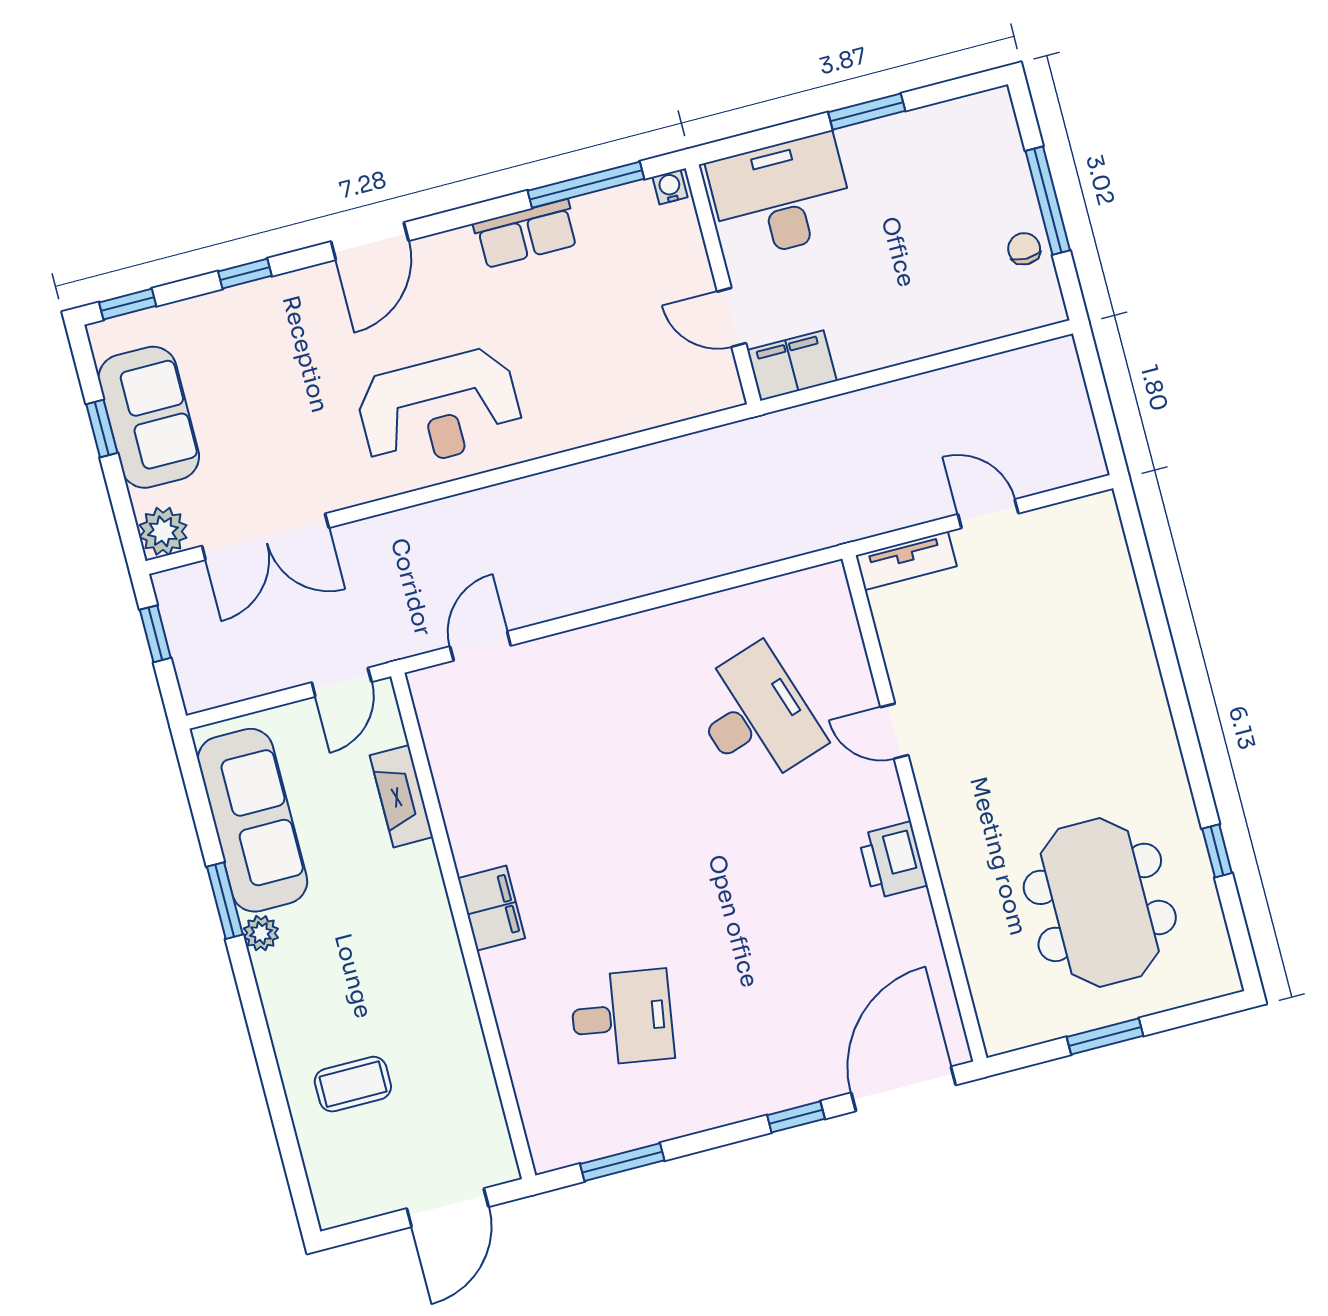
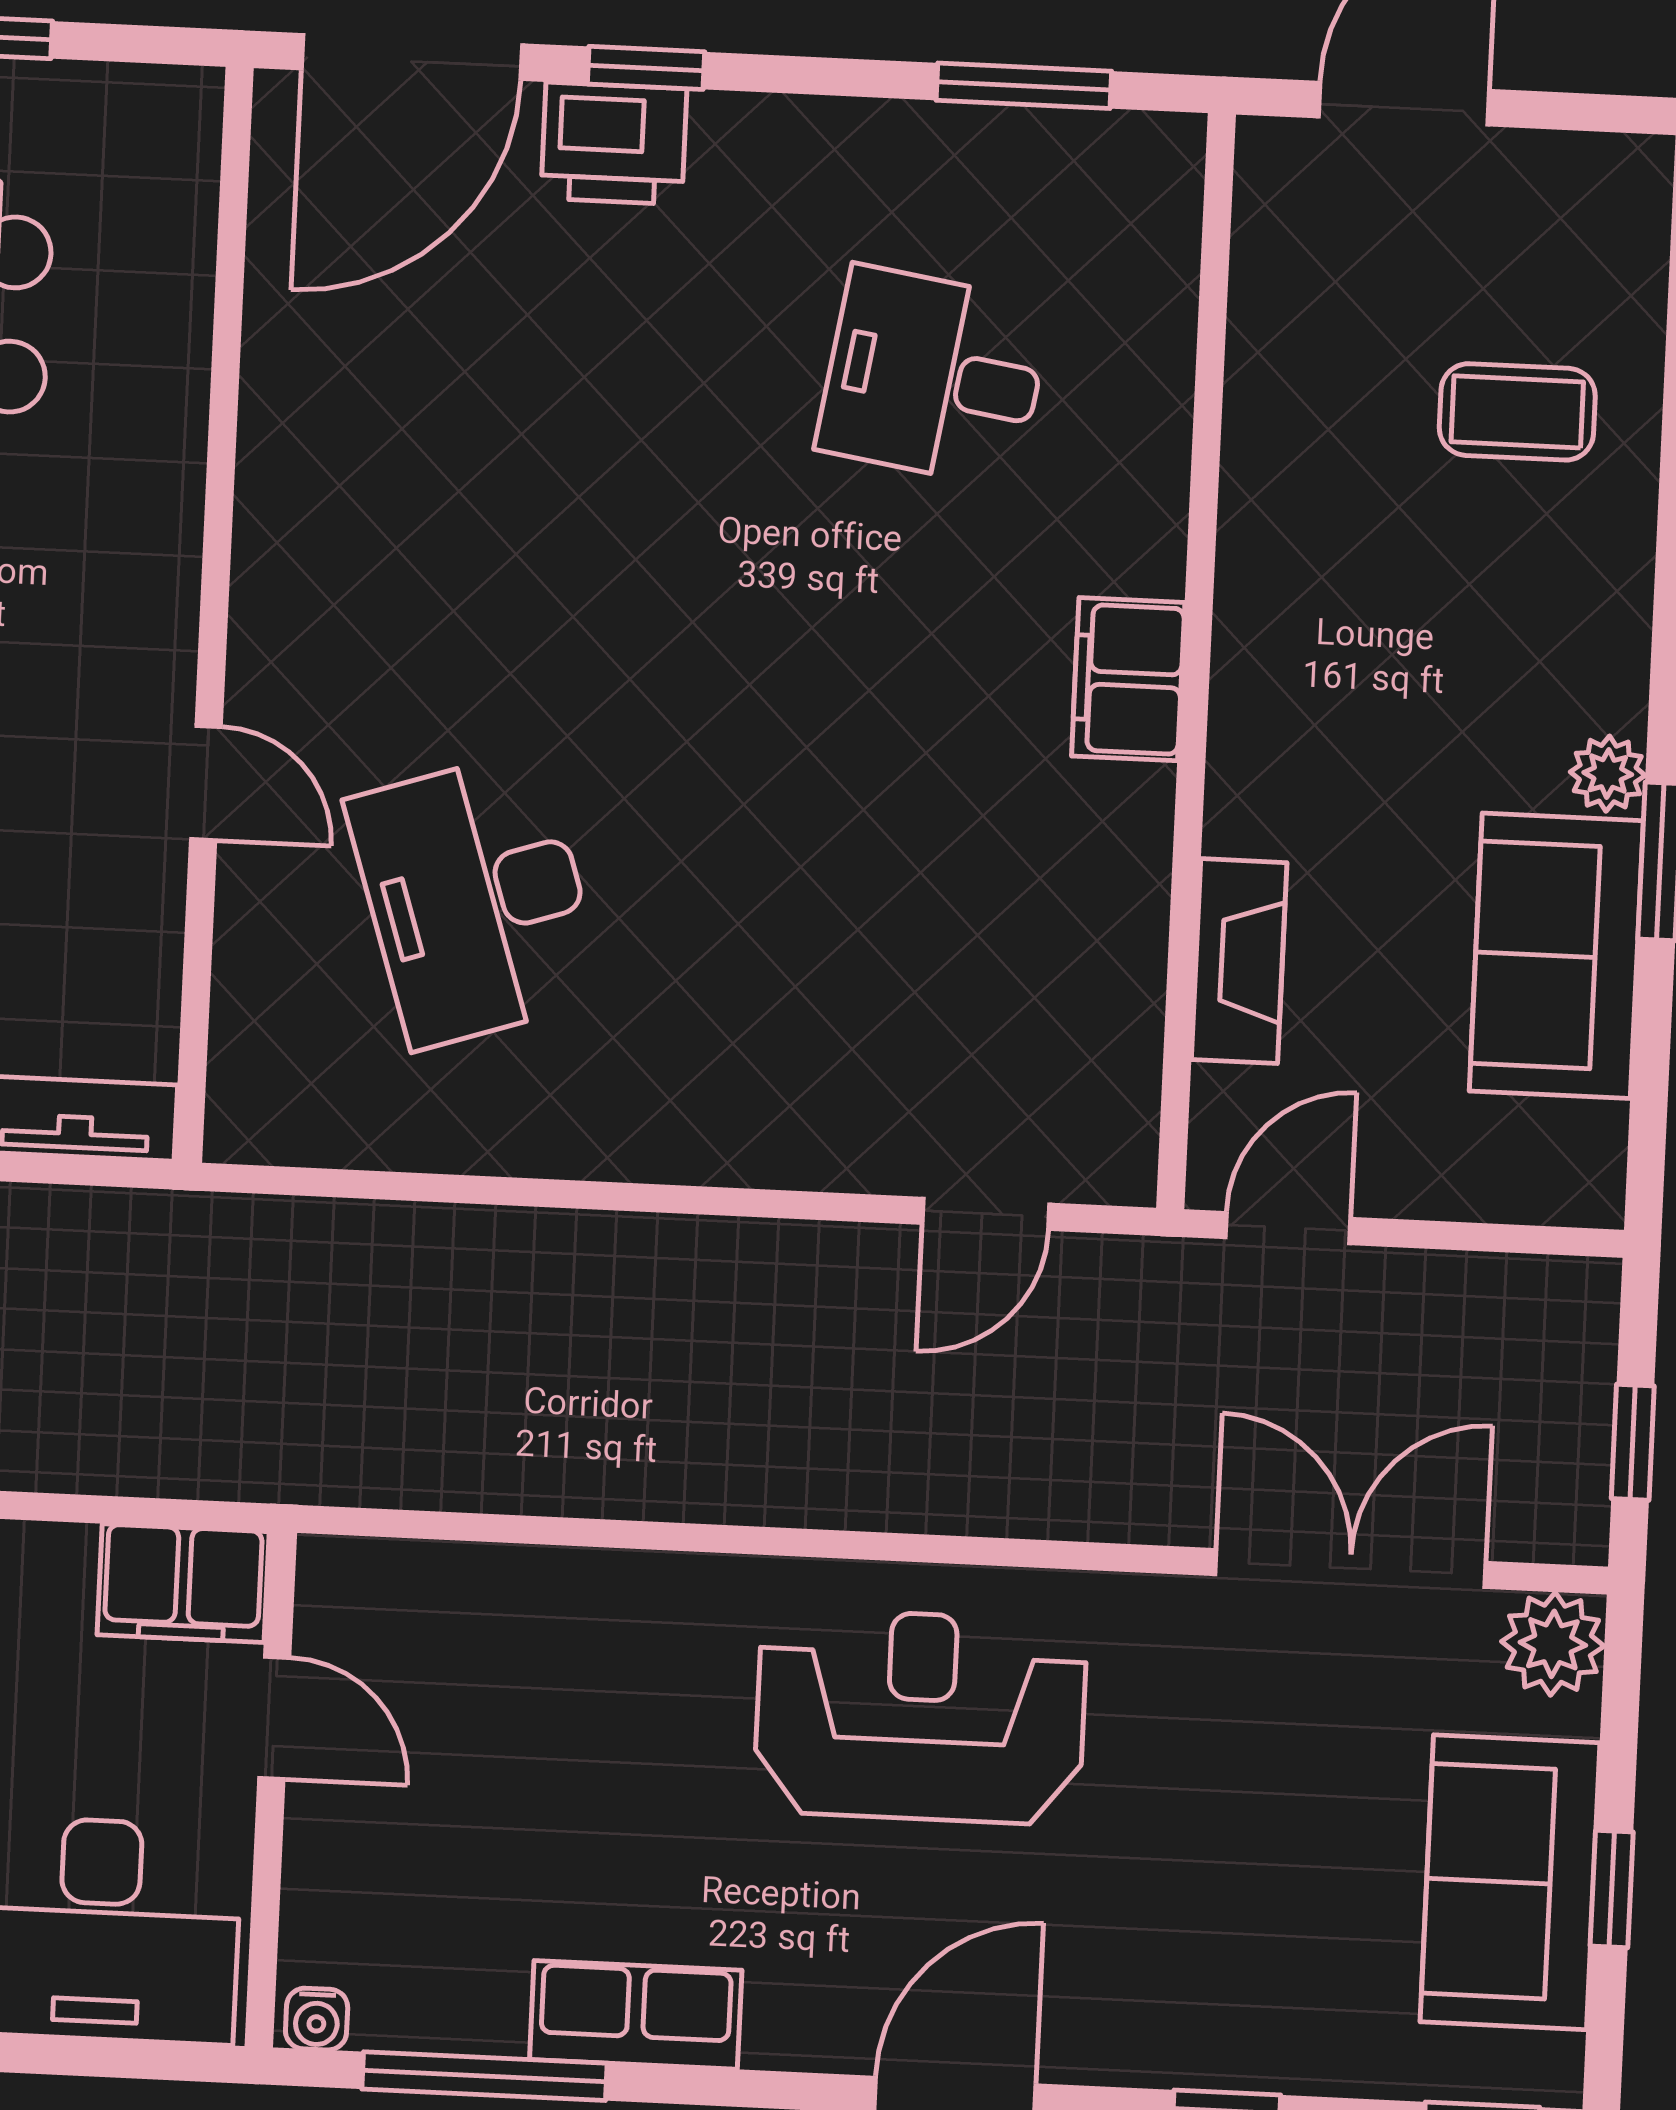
sofa: (252, 820) -> (1556, 956), width x0.73
printer: (893, 860) -> (614, 143), moved, turned 90

